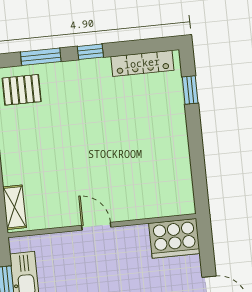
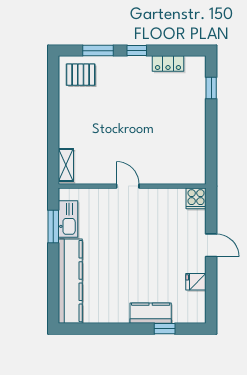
locker: (142, 63) -> (168, 64), width x0.66
cooker: (174, 238) -> (196, 198), width x0.53, depth x0.76

